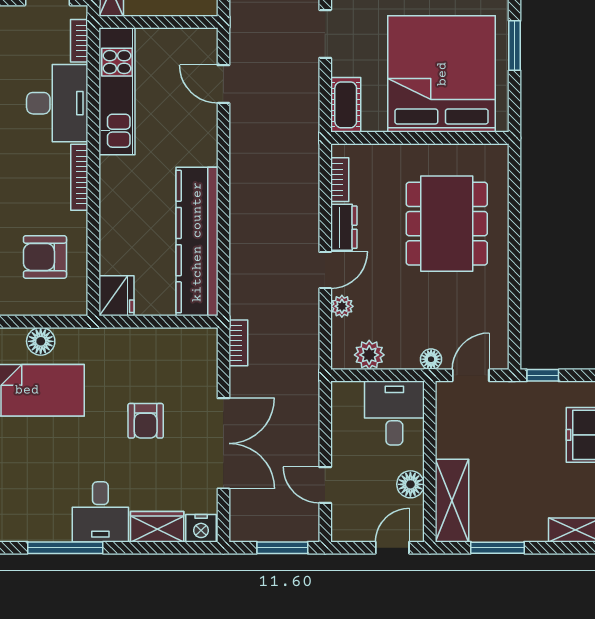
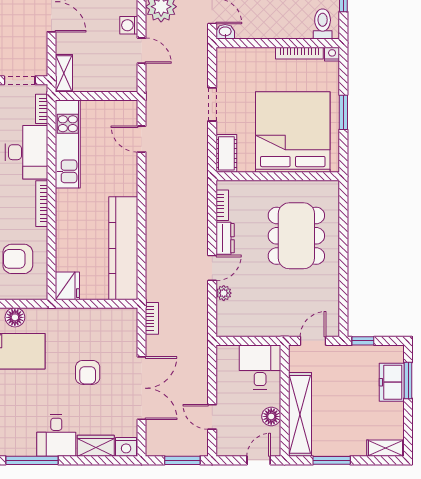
plant: (369, 355) -> (243, 327), removed
floor lamp: (431, 359) -> (285, 330), removed
shelving: (452, 501) -> (300, 414), width x1.47

